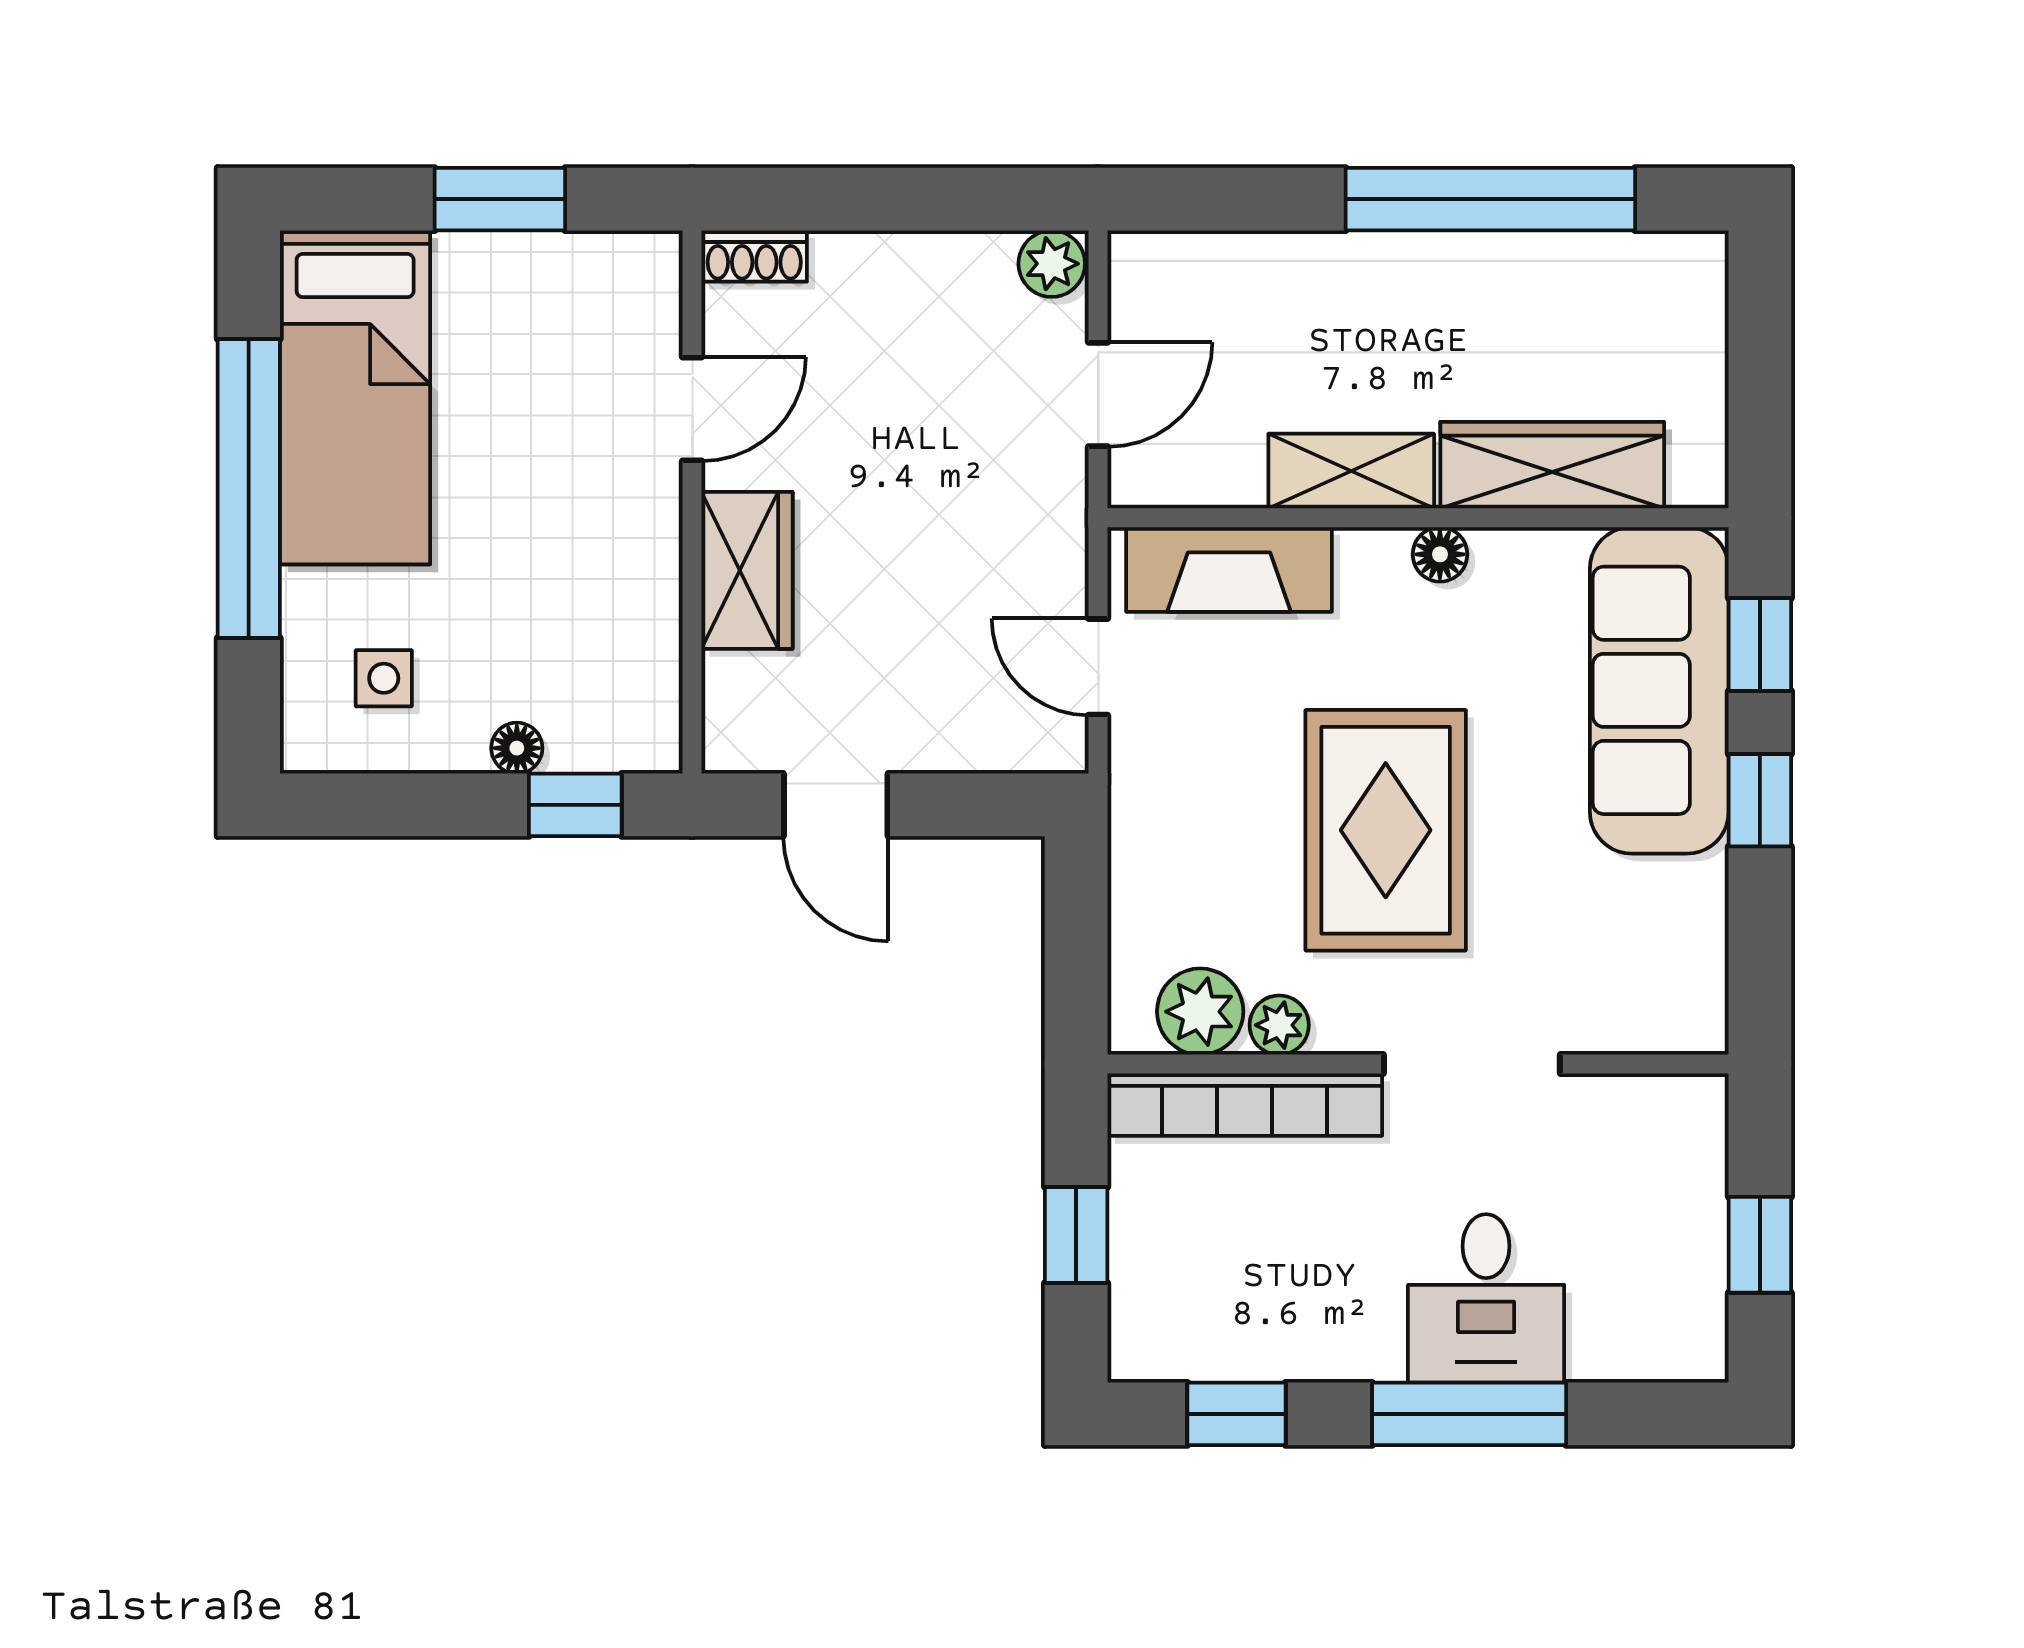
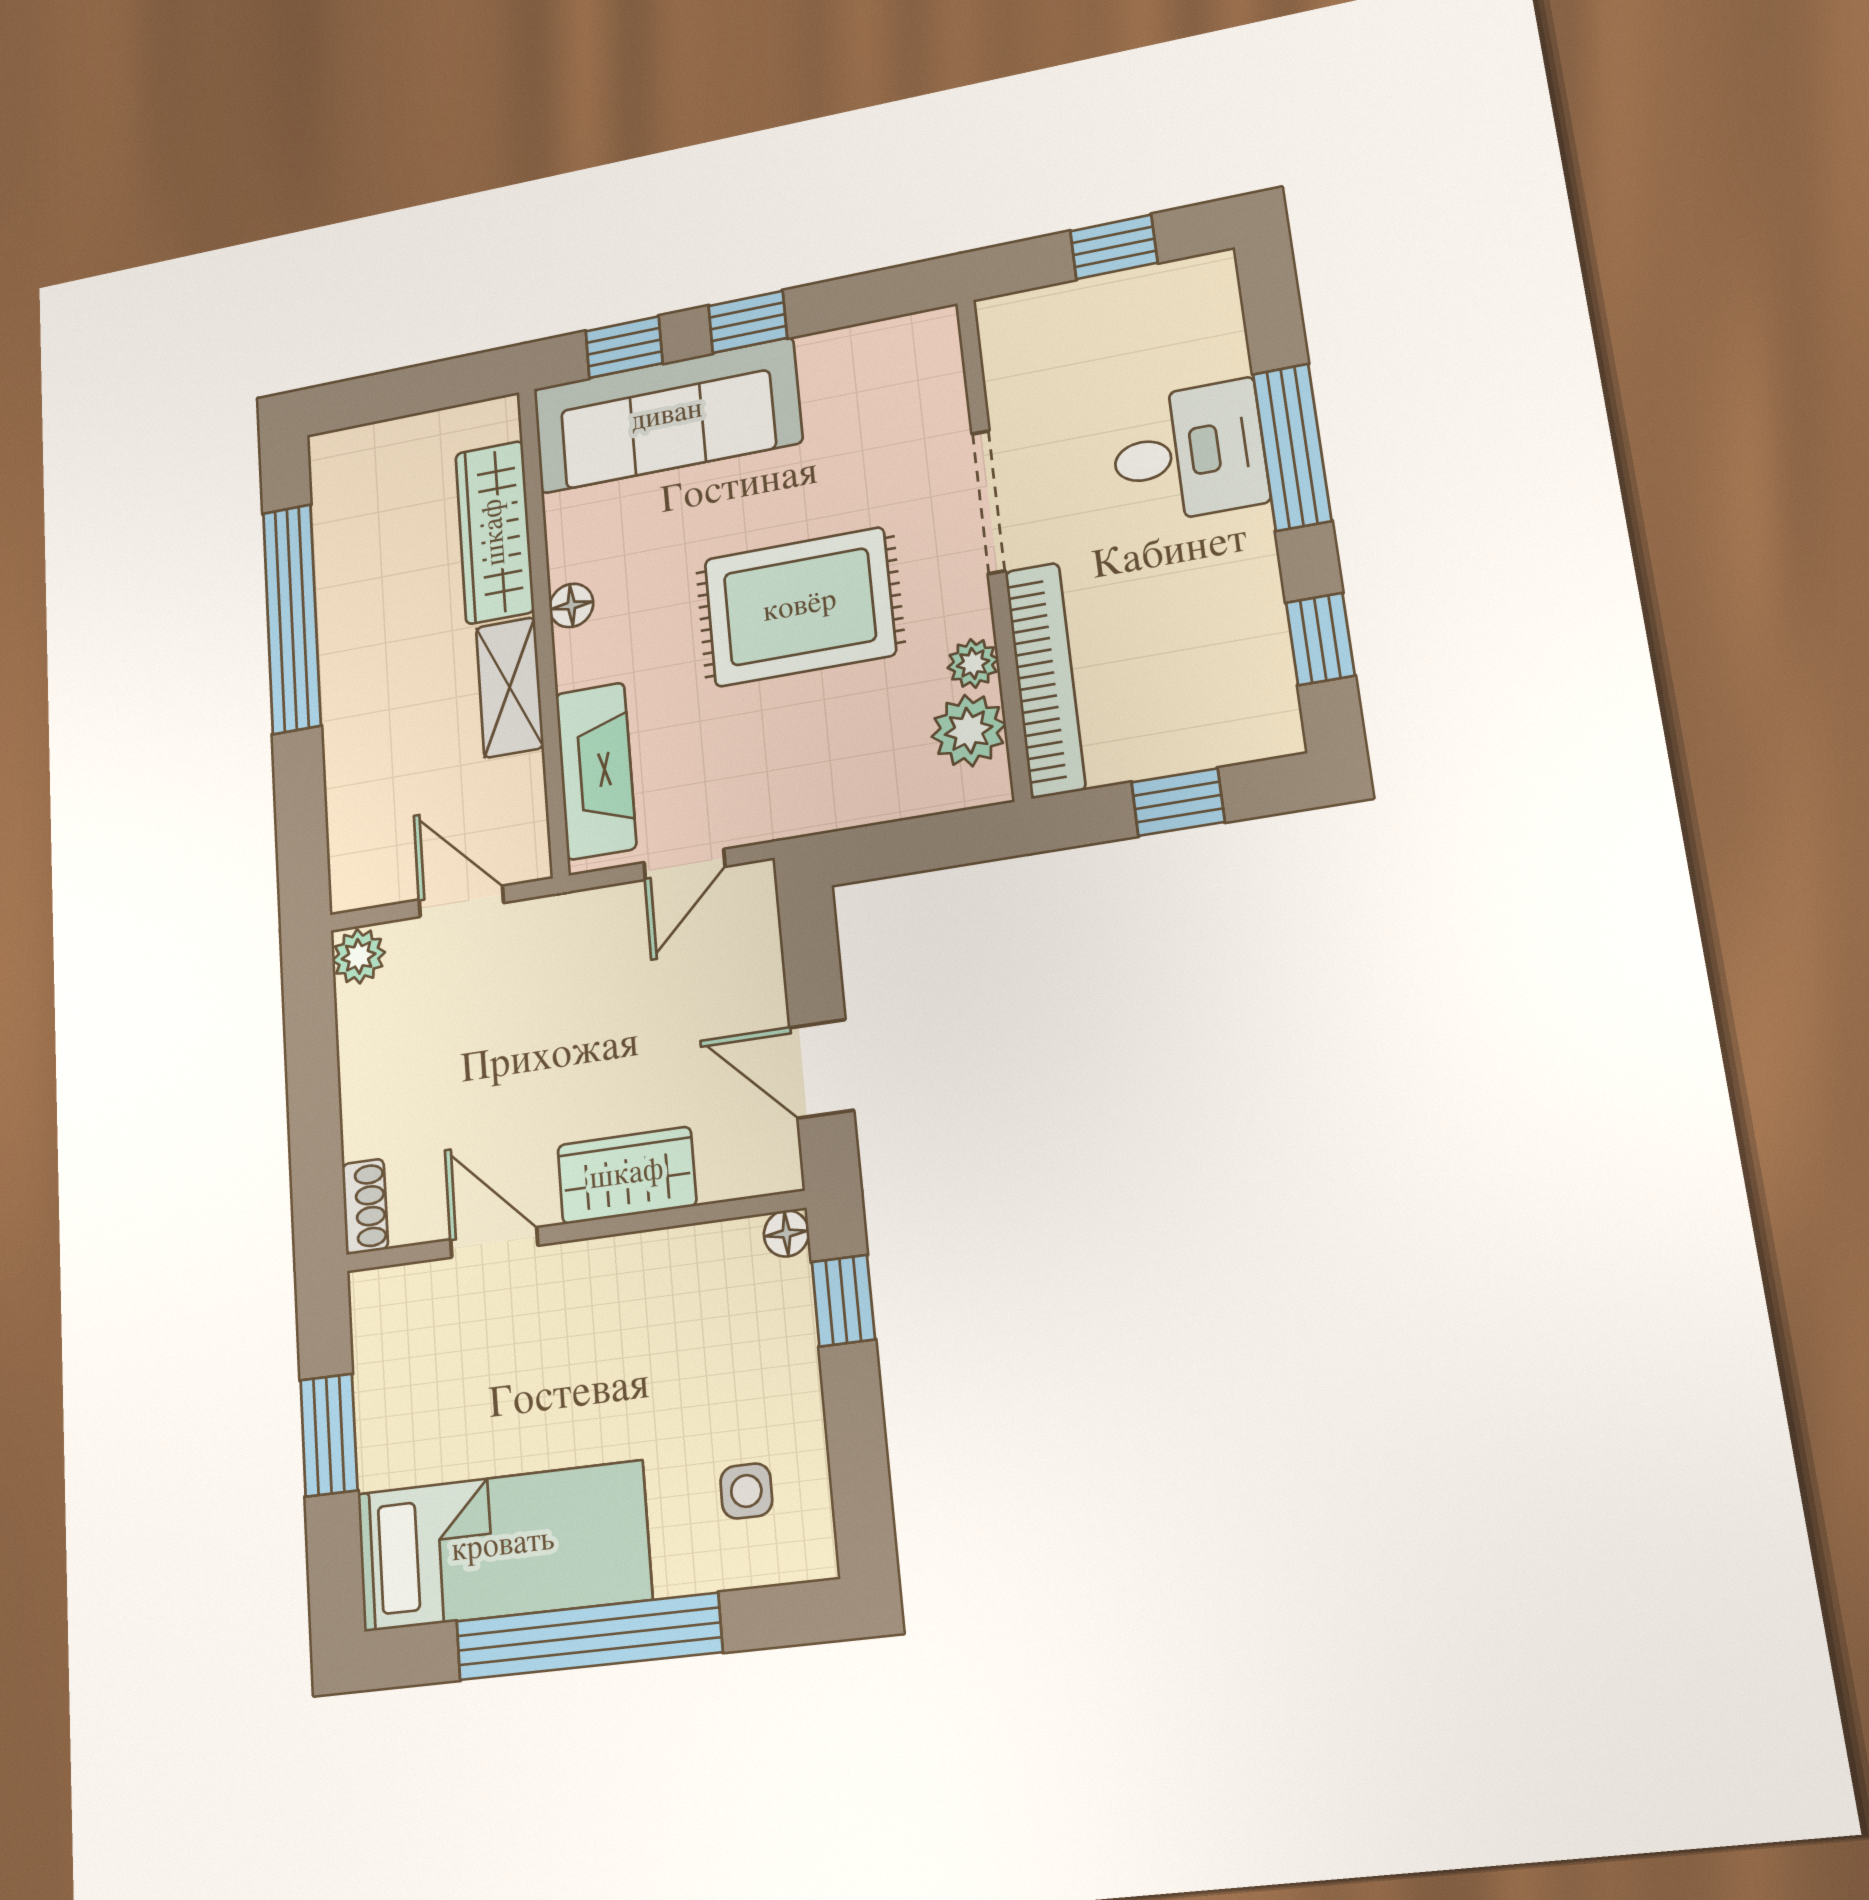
floor lamp: (517, 748) -> (786, 1233), moved
door: (836, 805) -> (822, 1069), swing flipped

